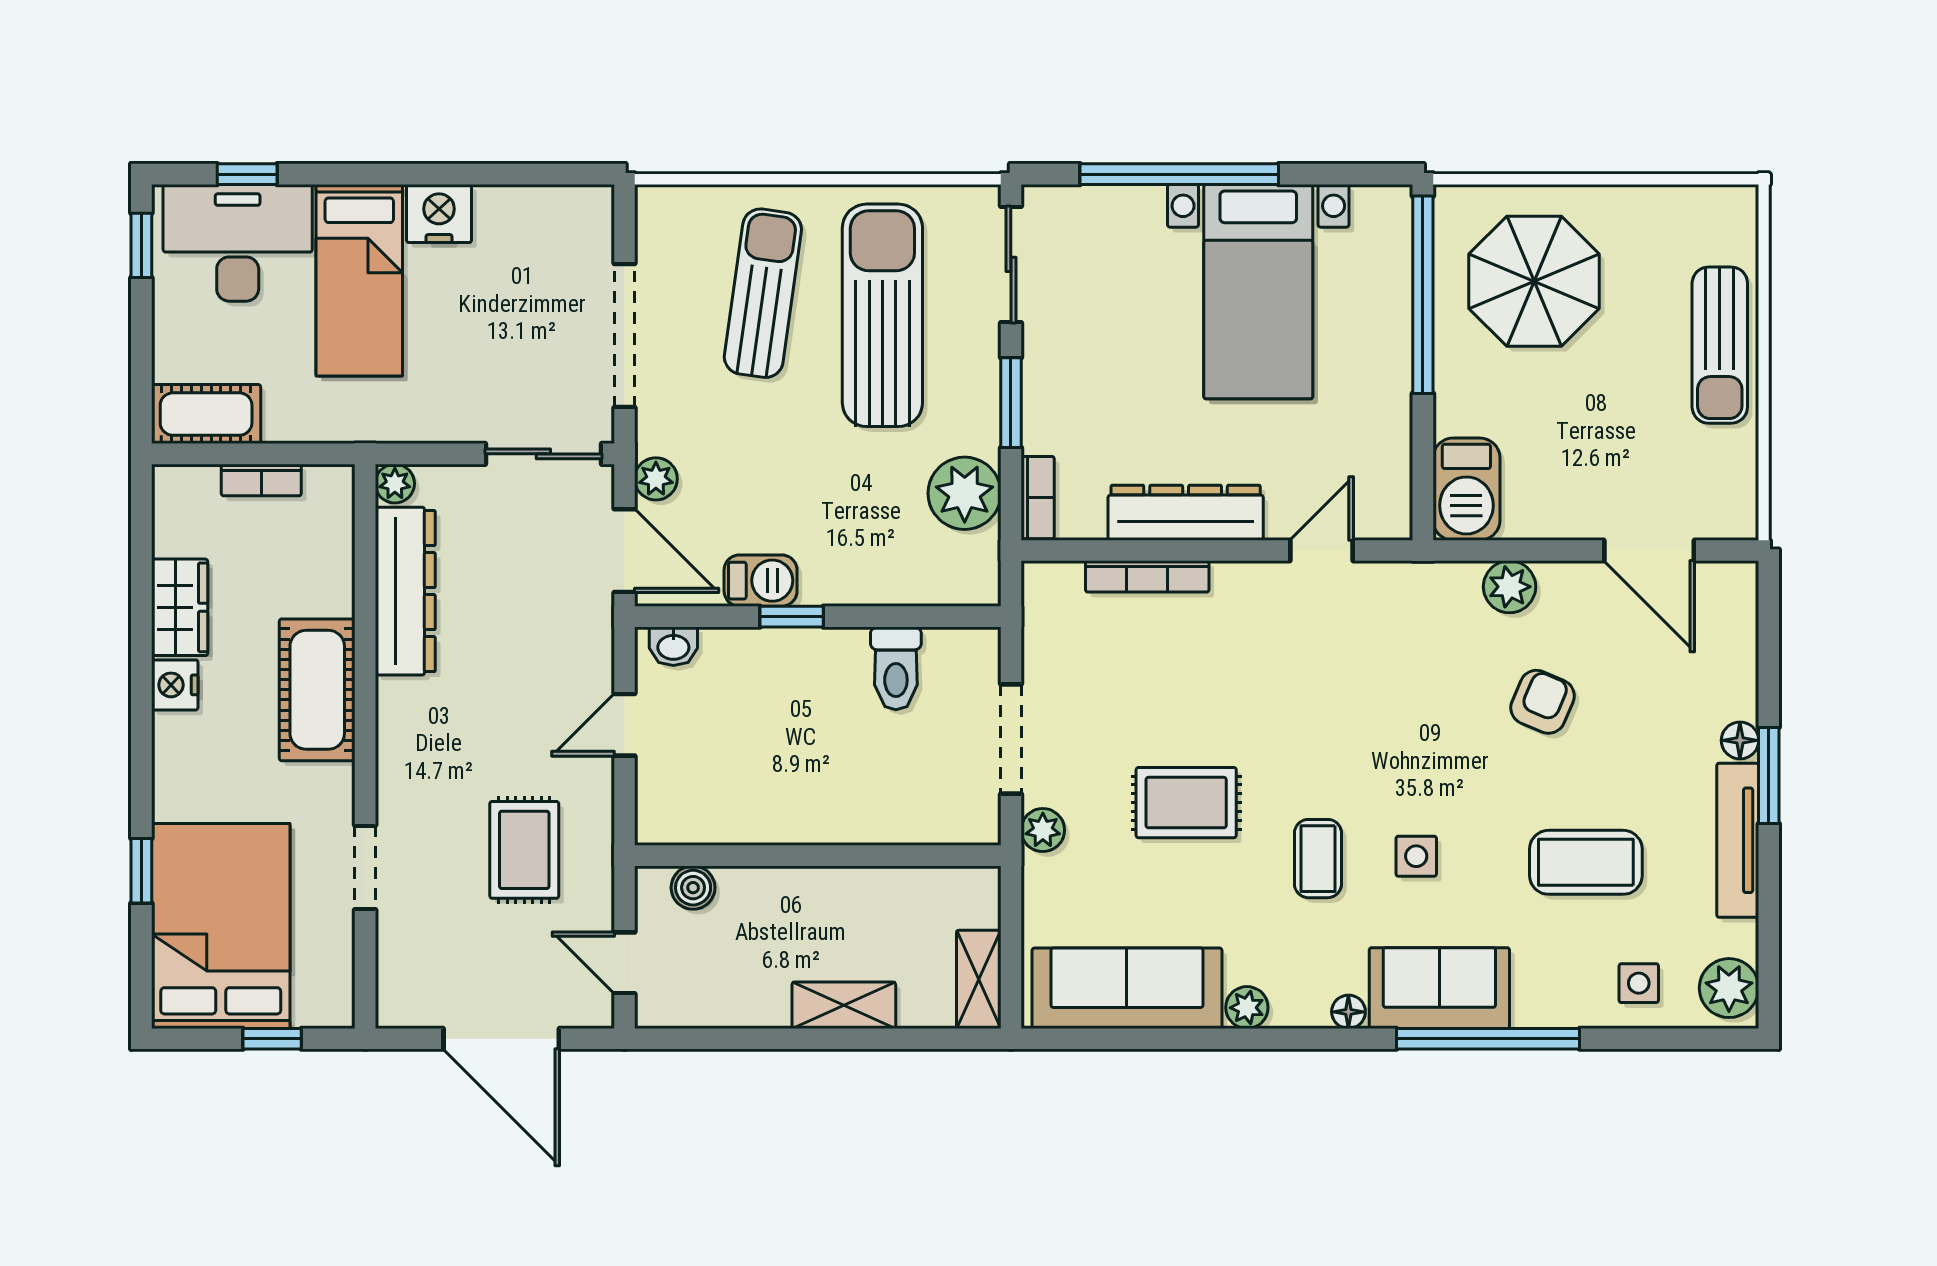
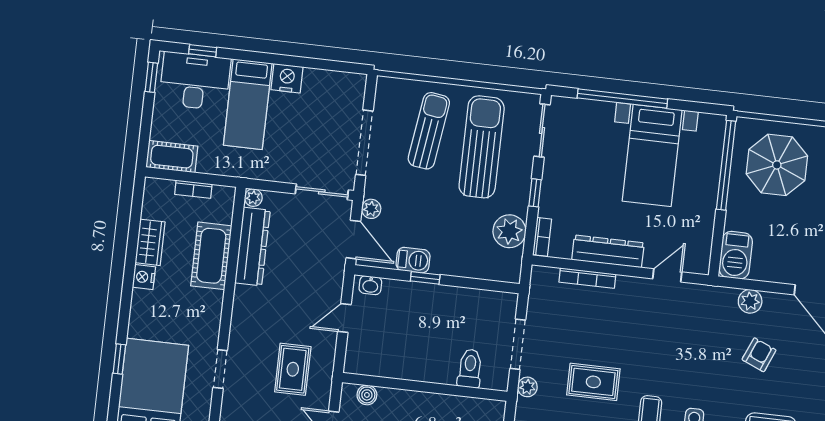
window: (1011, 403) -> (535, 193), width x0.67
toilet: (896, 668) -> (470, 368), moved, turned 180
cot: (317, 690) -> (211, 256), moved

